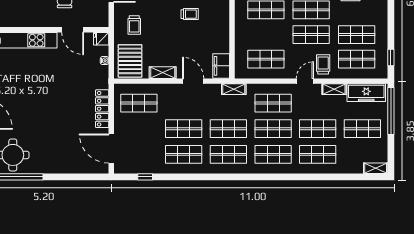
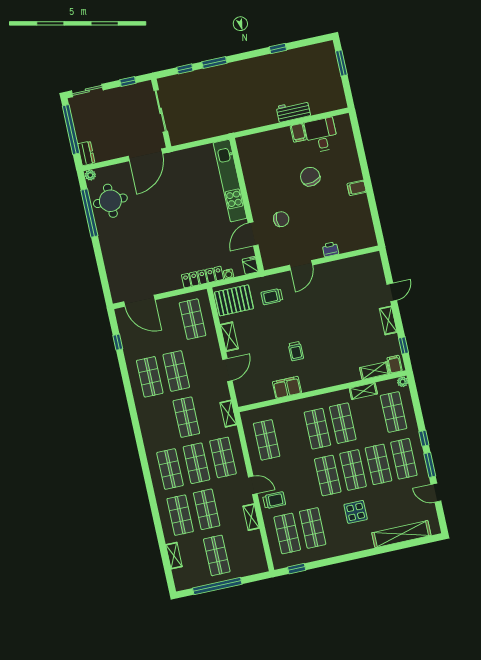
shop shelf: (311, 35) -> (302, 481), removed
filing cabinet: (221, 66) -> (287, 387), moved
freezer: (366, 93) -> (255, 551), removed
locker: (102, 109) -> (202, 277), moved
window: (391, 111) -> (217, 586), moved
door: (111, 149) -> (139, 301), swing flipped
shop shelf: (228, 154) -> (160, 423), removed
shelving: (376, 168) -> (174, 556), moved

